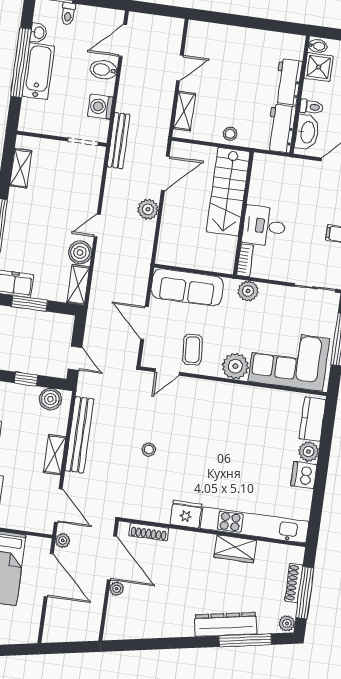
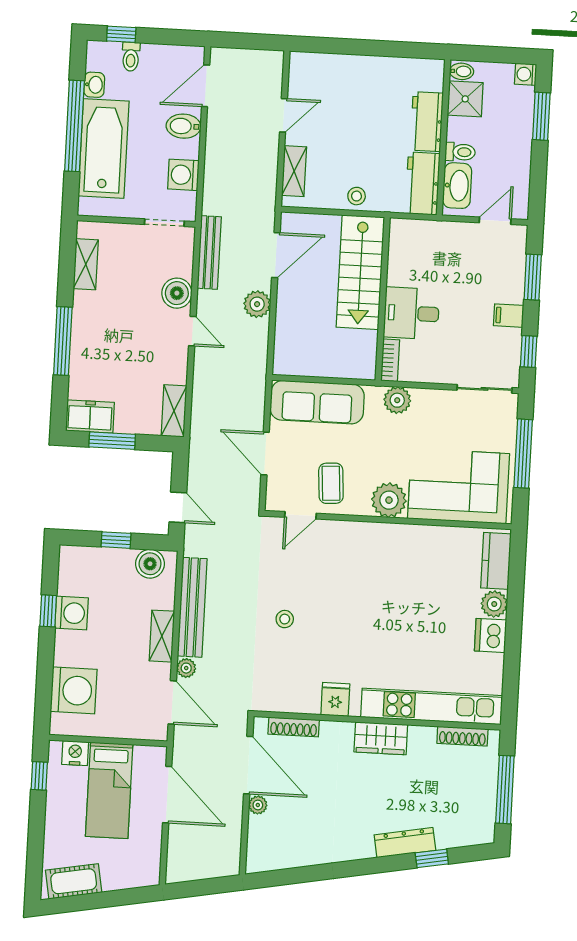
bathtub: (38, 71) -> (104, 148), width x1.36, depth x1.36
bench: (119, 141) -> (209, 253), moved
door: (97, 226) -> (192, 331), swing flipped
boiler: (80, 252) -> (177, 293), moved
fridge: (186, 514) -> (335, 699), width x0.72
plant: (63, 540) -> (186, 668), moved
wardrobe: (235, 549) -> (381, 738), moved
shoe rack: (294, 583) -> (462, 736), moved, turned -90
plant: (287, 623) -> (485, 832), removed
dresser: (226, 624) -> (405, 843), width x0.73, depth x0.80
window: (245, 640) -> (432, 858), width x0.46

